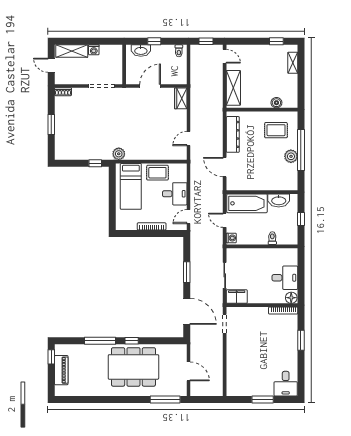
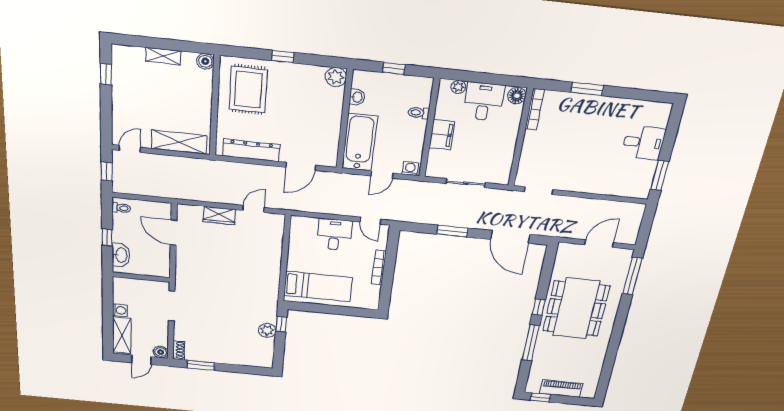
shelving: (293, 63) -> (163, 56), moved
boiler: (60, 79) -> (161, 352), added
door: (150, 86) -> (174, 233), moved
wardrobe: (181, 98) -> (219, 215), moved
boiler: (276, 103) -> (205, 61), moved
window: (51, 125) -> (201, 365), moved
rug: (276, 130) -> (248, 90), width x1.36, depth x1.43
door: (189, 138) -> (254, 209), swing flipped
window: (301, 150) -> (283, 57), width x0.32
plant: (119, 154) -> (267, 330), moved
plant: (291, 156) -> (336, 77), moved
rug: (157, 173) -> (301, 253), removed
washbasin: (279, 200) -> (357, 97), width x0.52, depth x0.69
plant: (293, 261) -> (458, 87), added
filing cabinet: (237, 297) -> (442, 135), moved, turned 180
door: (187, 311) -> (510, 237), swing flipped
desk: (286, 384) -> (643, 143), moved
window: (263, 399) -> (660, 175), moved

